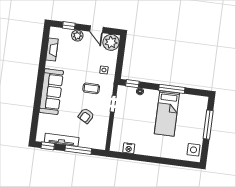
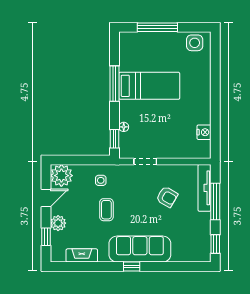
window: (40, 84) -> (132, 267), added
coffee table: (91, 88) -> (106, 210), moved
tv unit: (62, 140) -> (204, 188), moved

